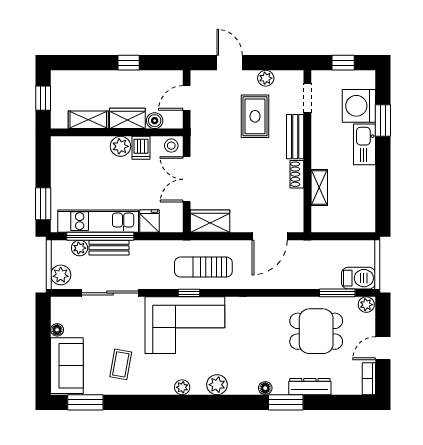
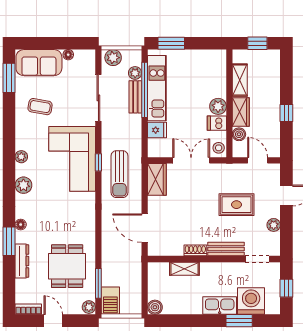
rug: (255, 116) -> (236, 205), moved
boiler: (366, 224) -> (155, 307), added
sun lounger: (203, 267) -> (119, 174), turned 180

